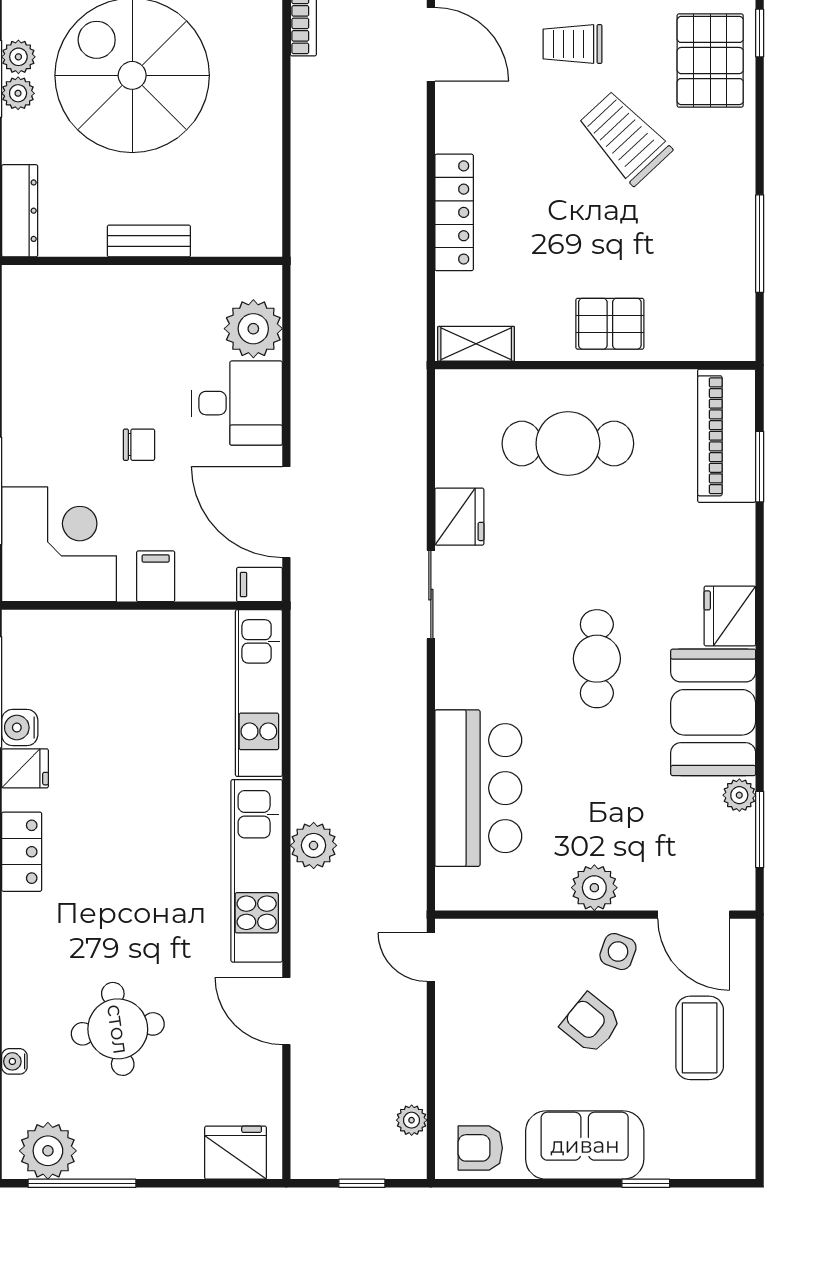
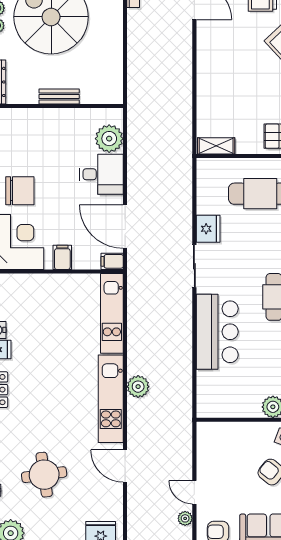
locker: (454, 212) -> (206, 83), removed
chair: (139, 445) -> (20, 191), moved, width x1.87, depth x1.87
bar counter: (478, 788) -> (217, 332), moved
door: (431, 957) -> (194, 492), moved

